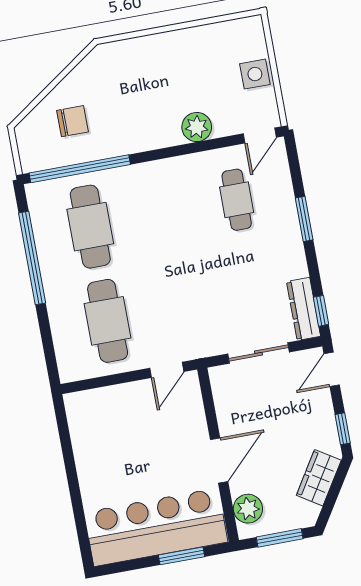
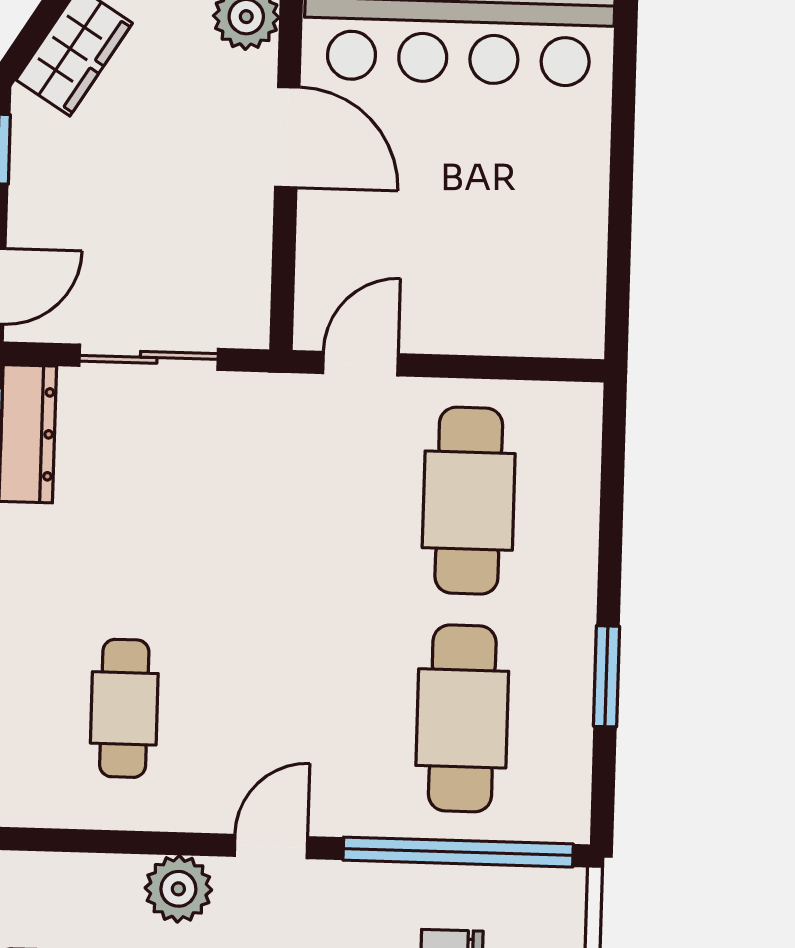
door: (260, 136) -> (271, 847), moved
window: (32, 258) -> (606, 676), width x0.47
door: (219, 461) -> (287, 137), swing flipped

